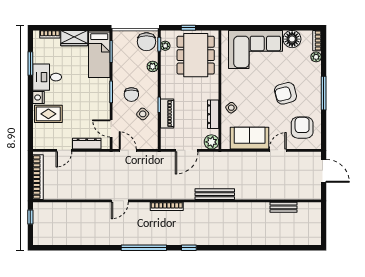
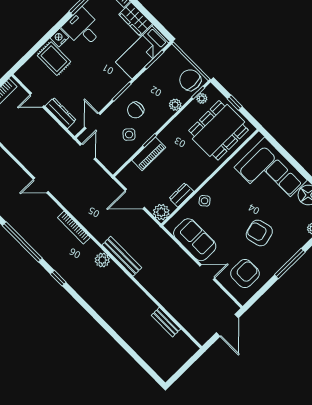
chair: (146, 42) -> (190, 80), turned 90
dresser: (213, 114) -> (181, 195), width x0.70
plant: (205, 209) -> (102, 260), added

